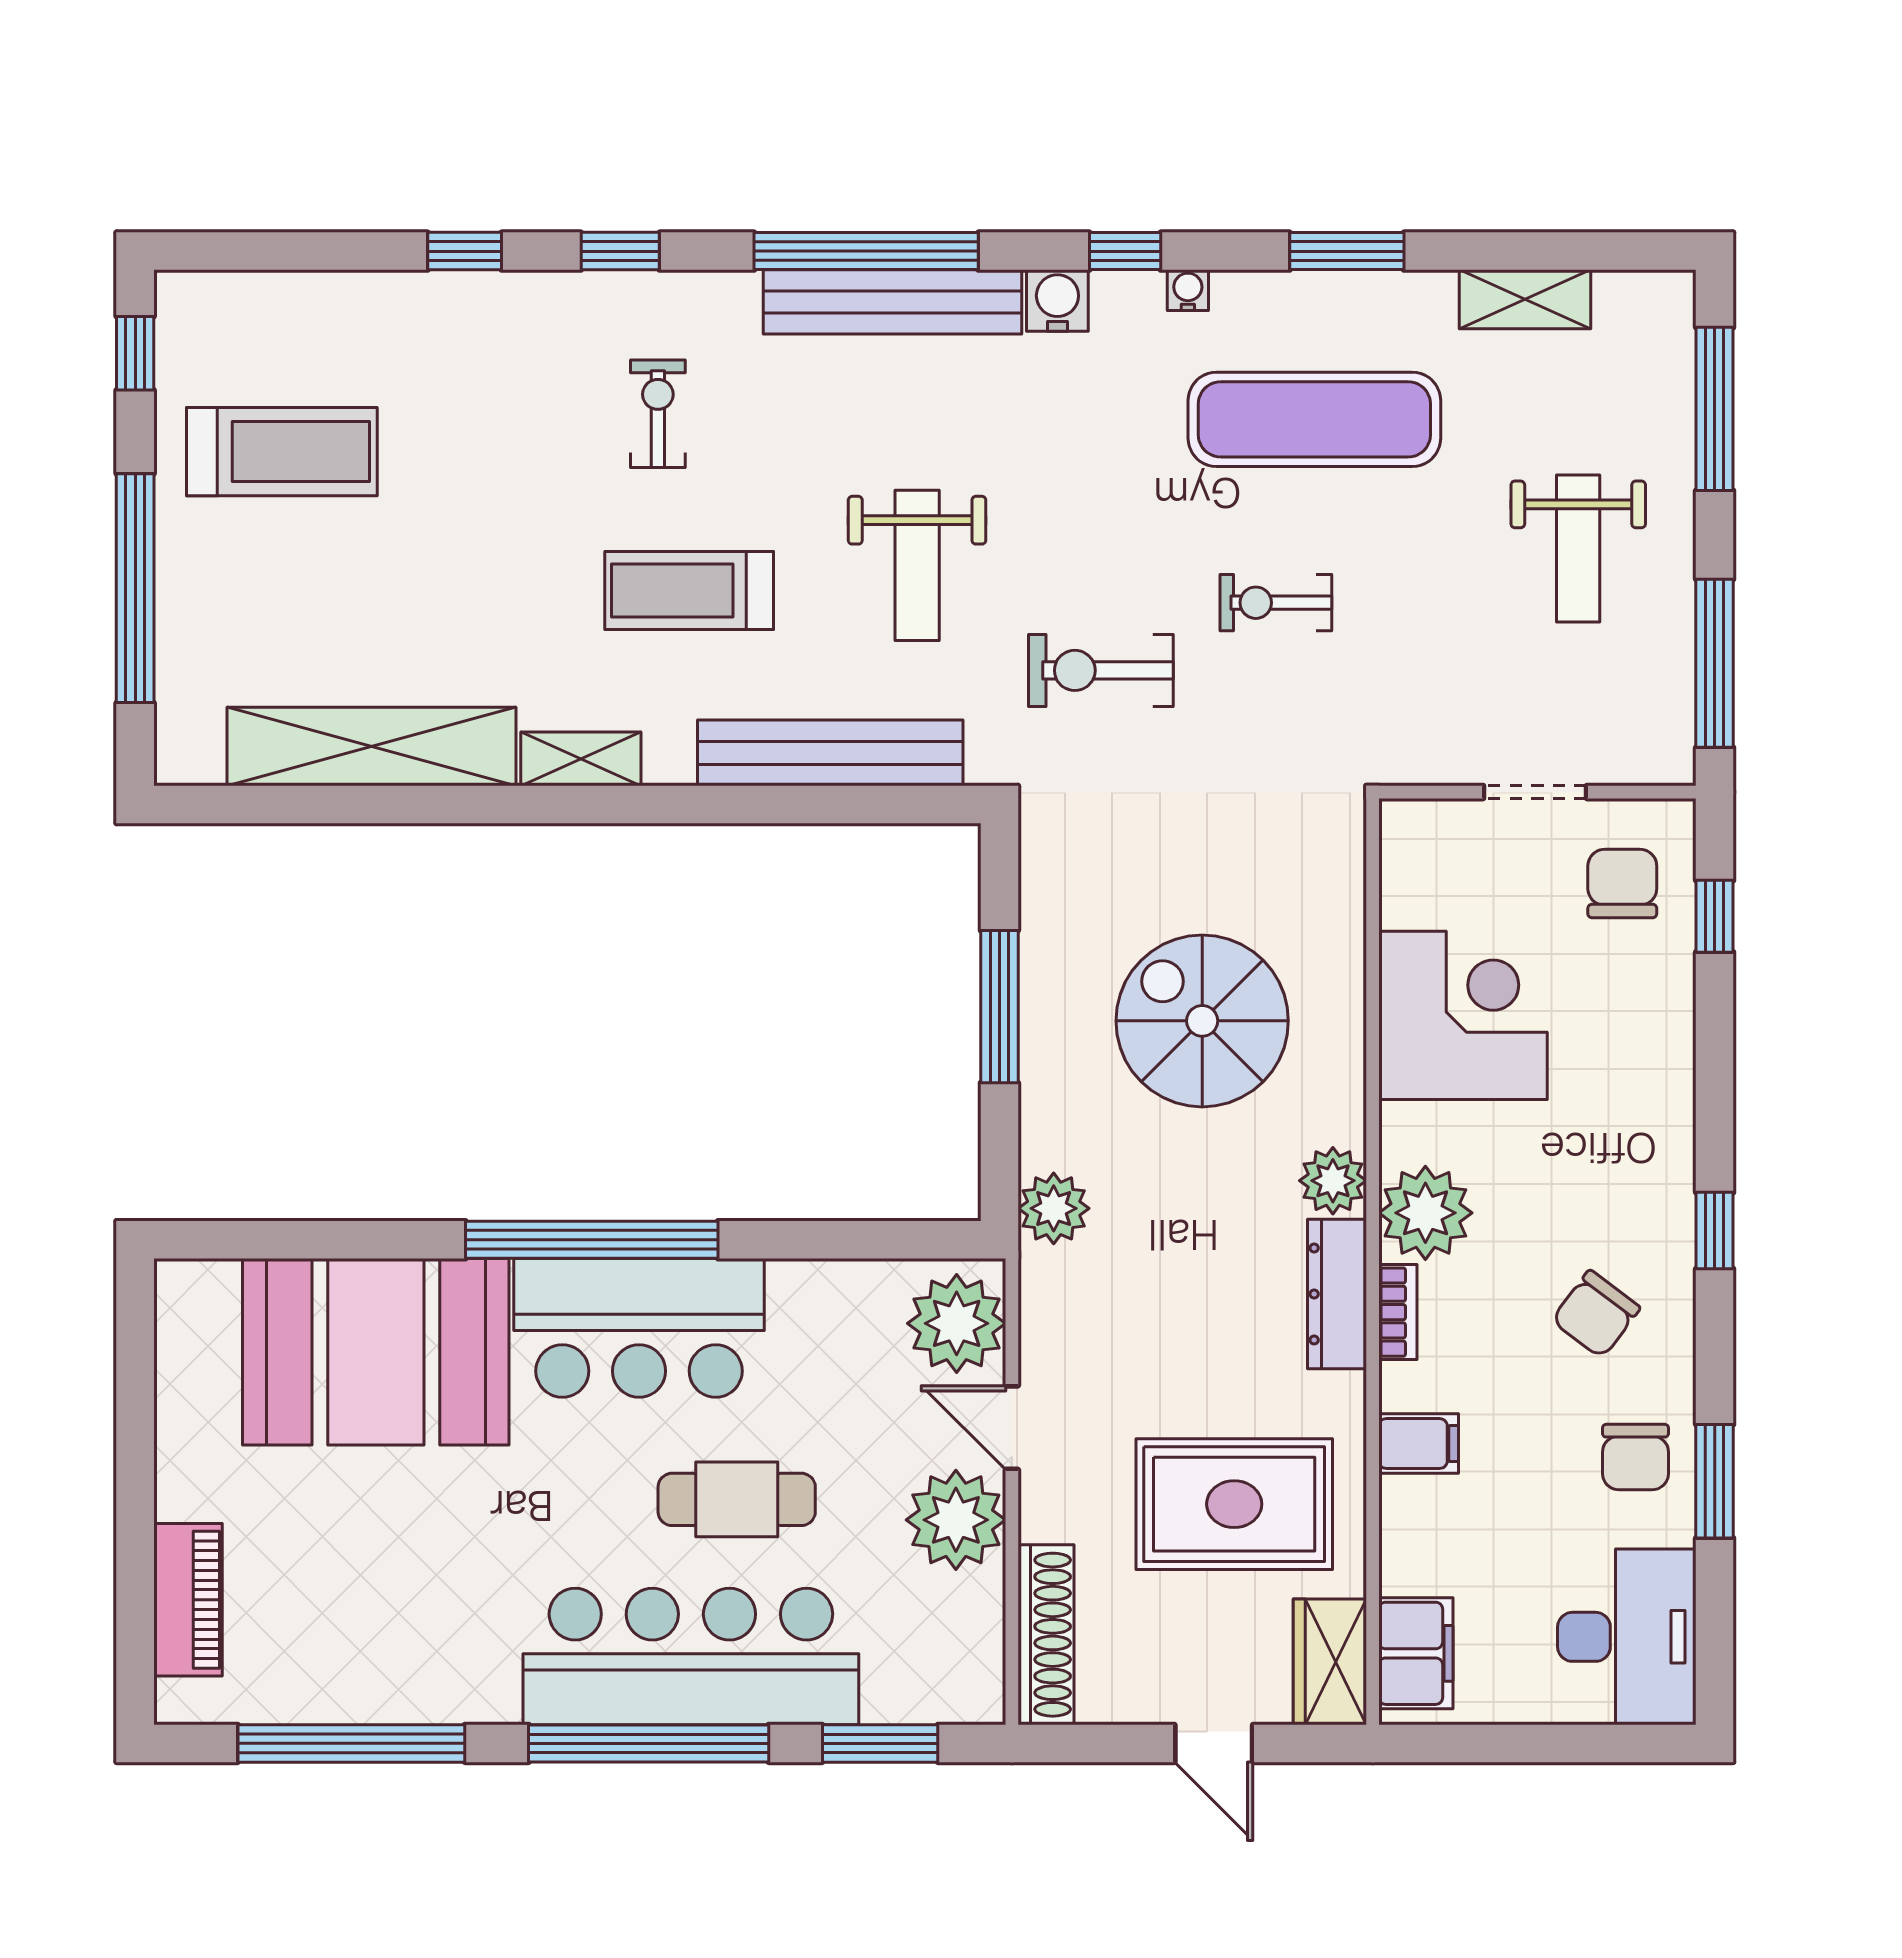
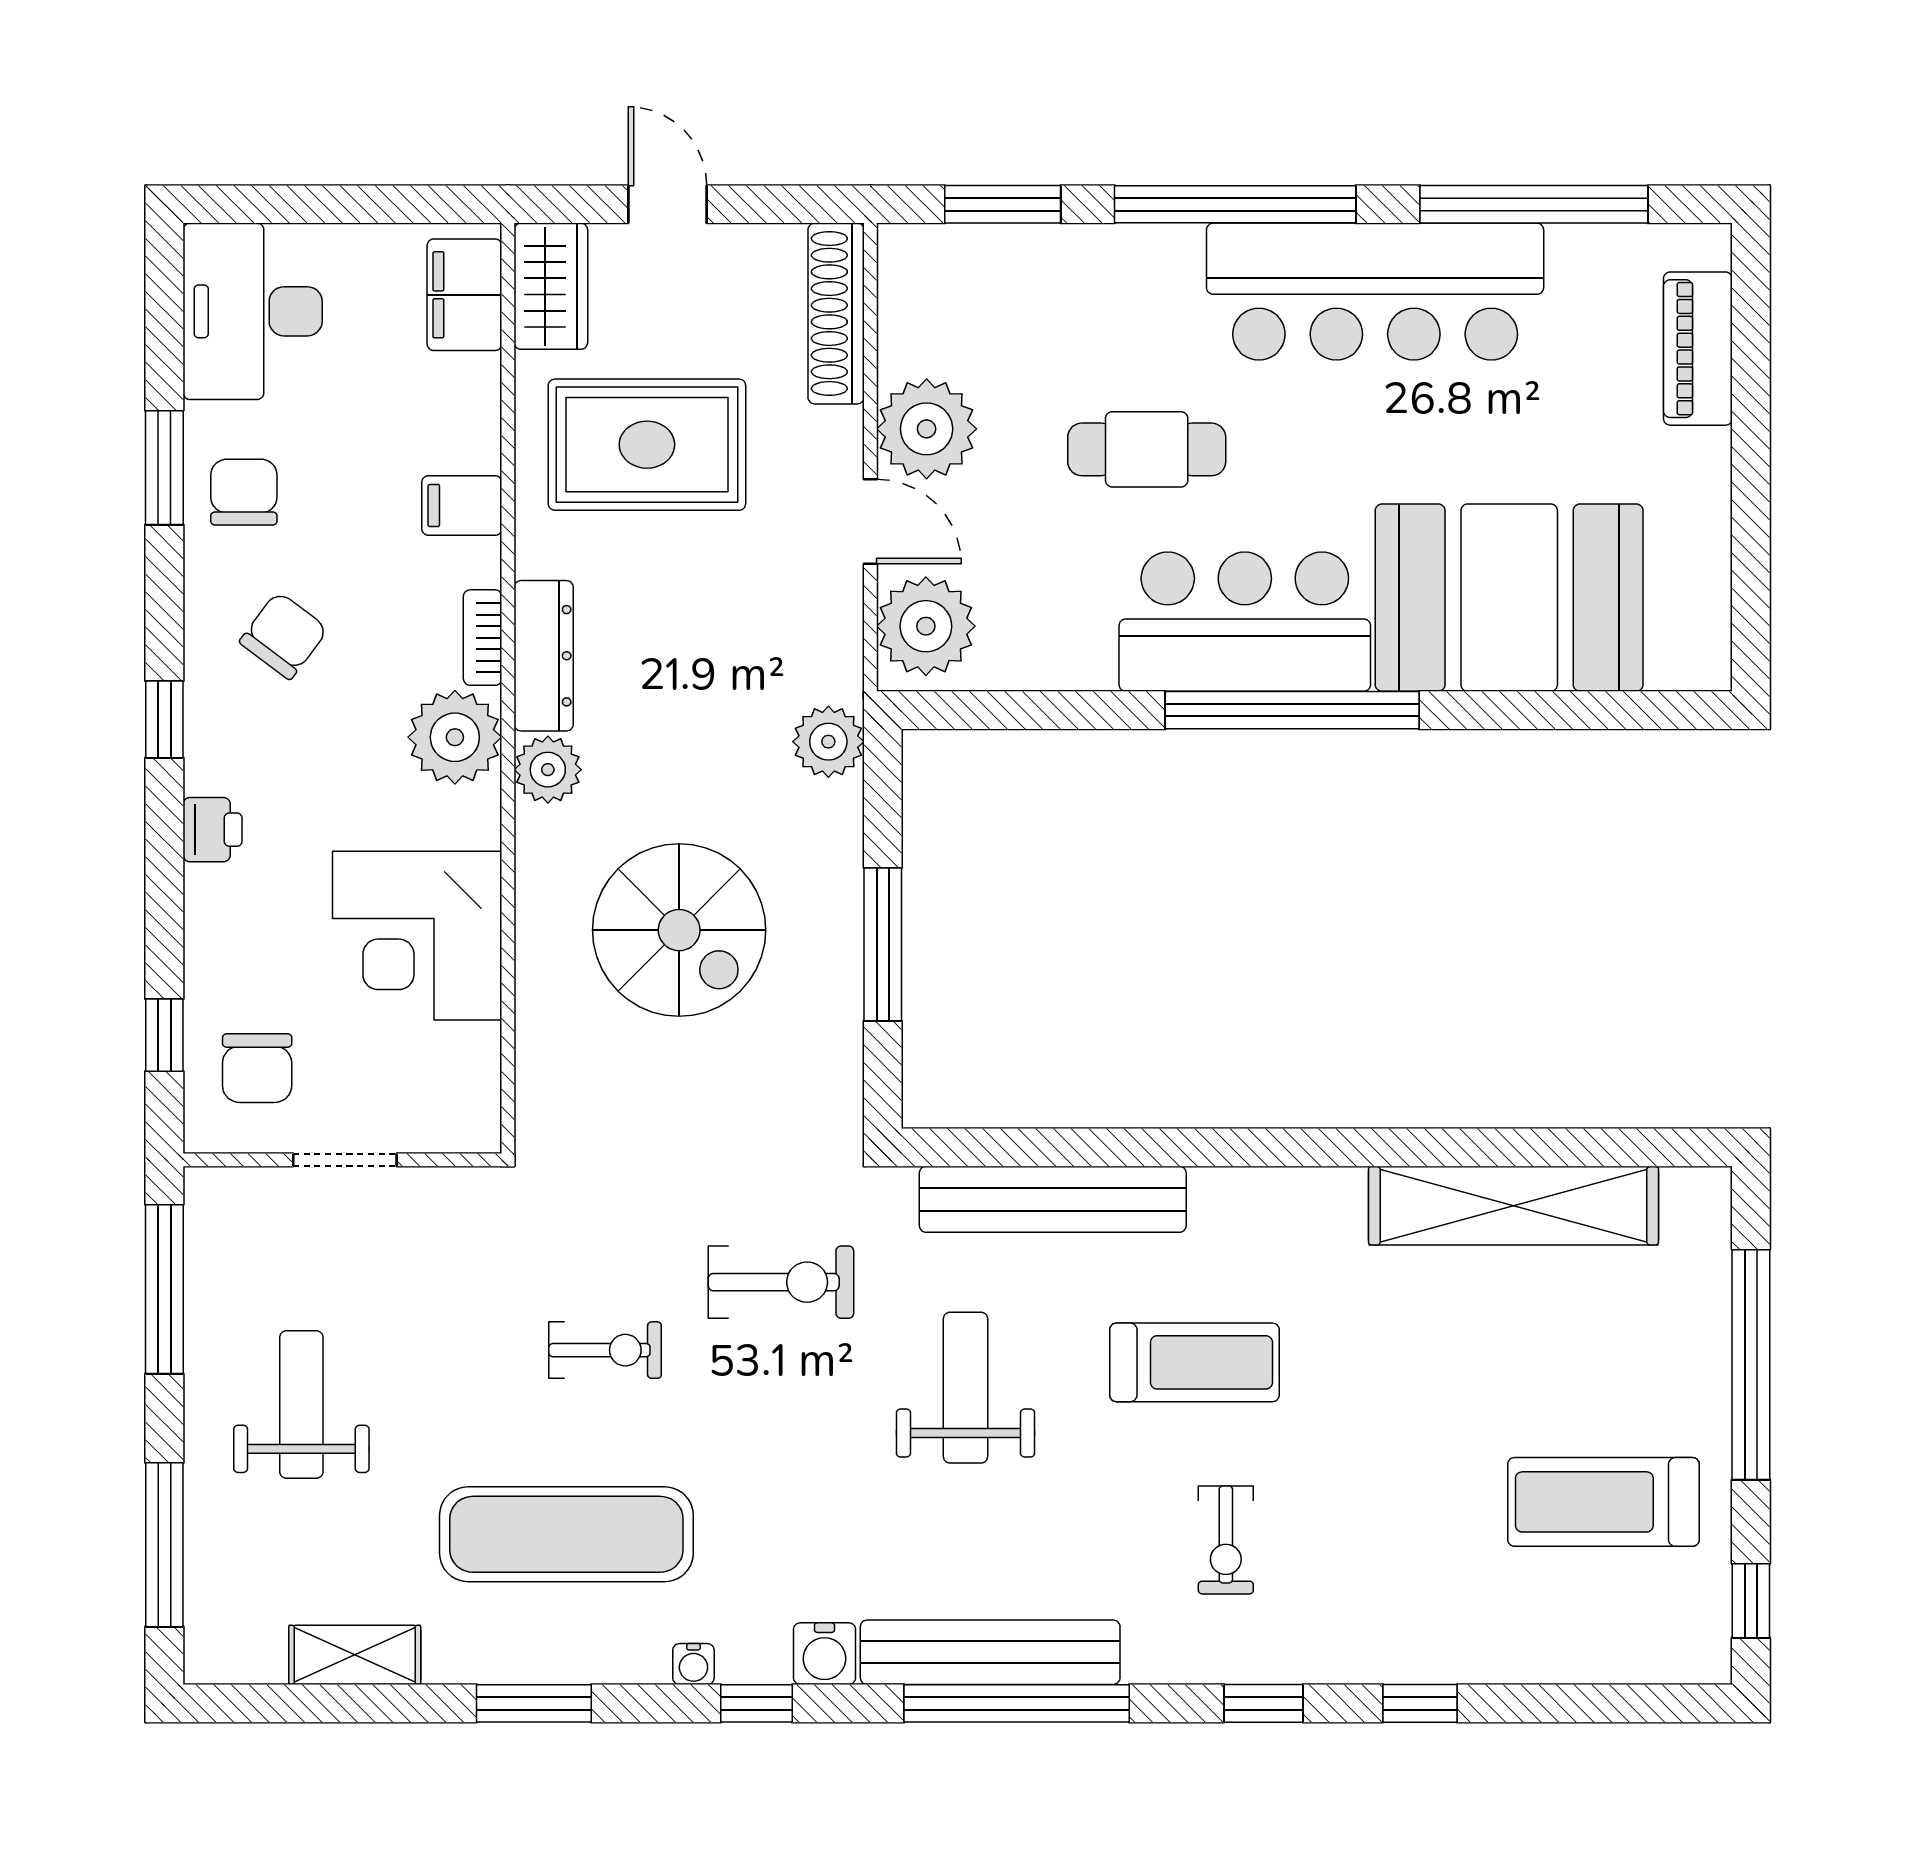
shelving: (581, 759) -> (1303, 1193), removed
printer: (1667, 1121) -> (213, 830), added
bar counter: (691, 1656) -> (1375, 292), moved

